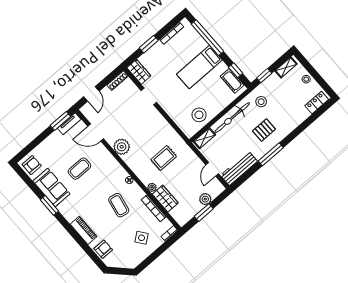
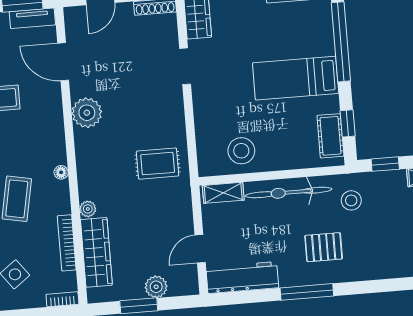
rug: (164, 158) -> (158, 164), moved
wardrobe: (165, 199) -> (96, 252), width x1.50

